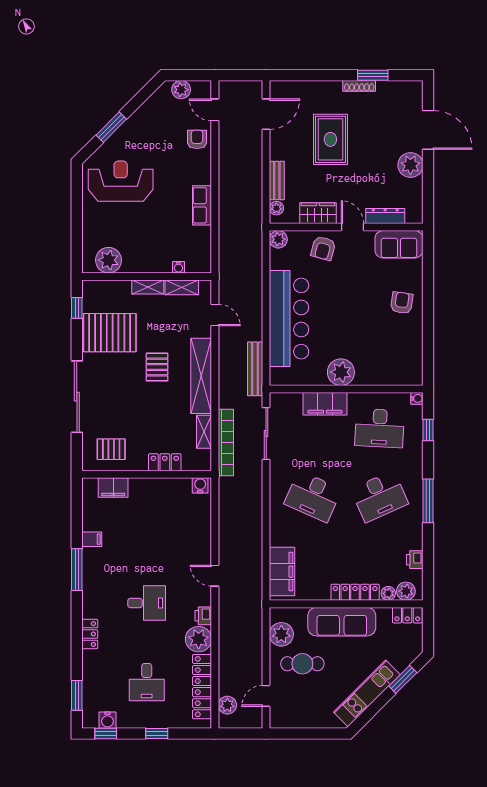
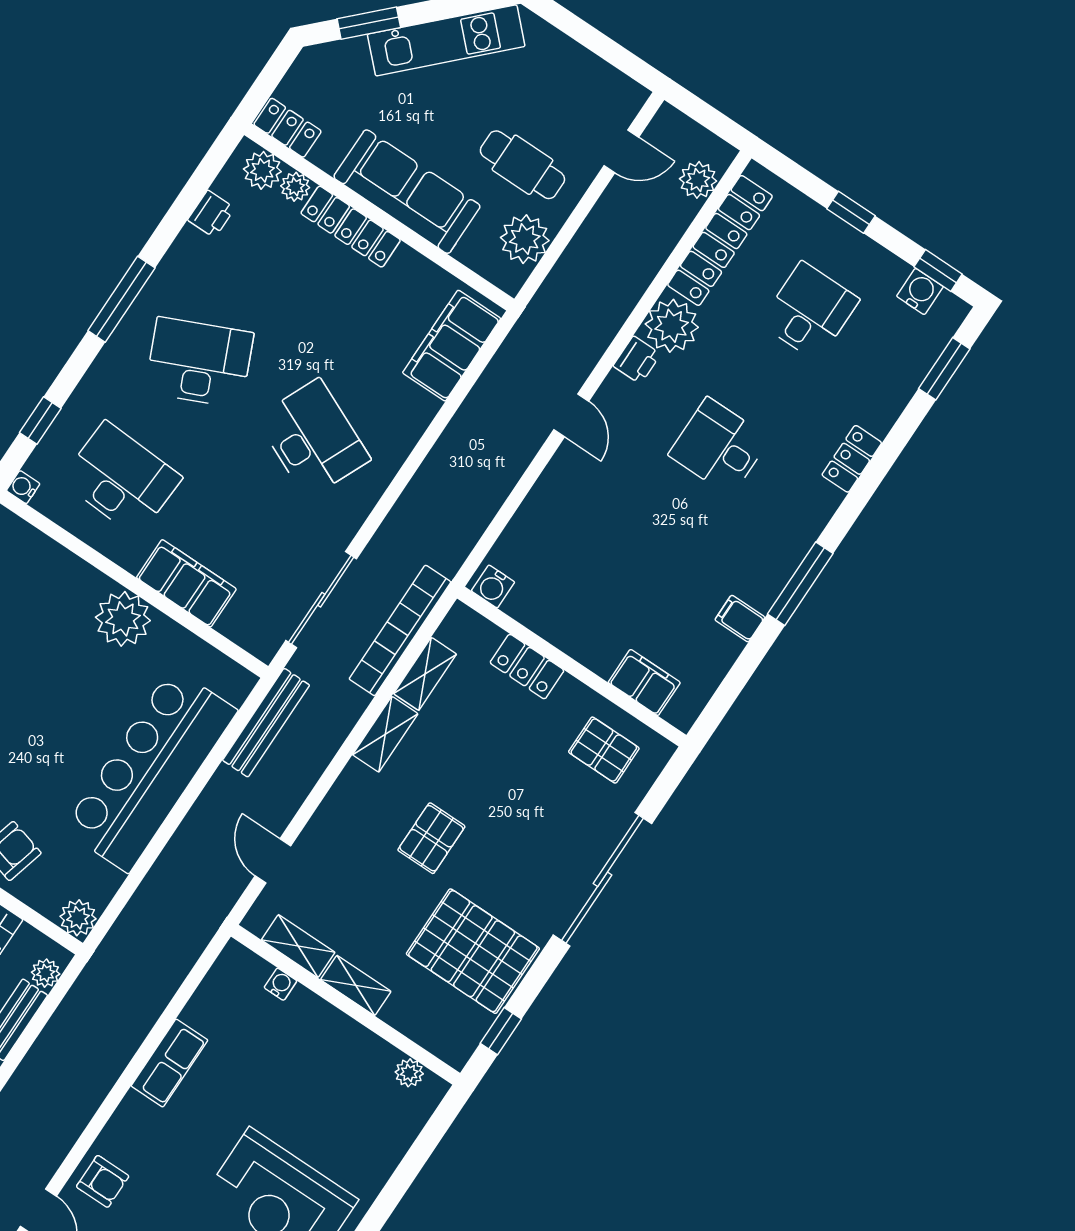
armchair: (197, 139) -> (103, 1181), turned -90
plant: (109, 260) -> (409, 1073), width x0.53, depth x0.53
shelving: (201, 376) -> (385, 734), width x0.45, depth x0.75

